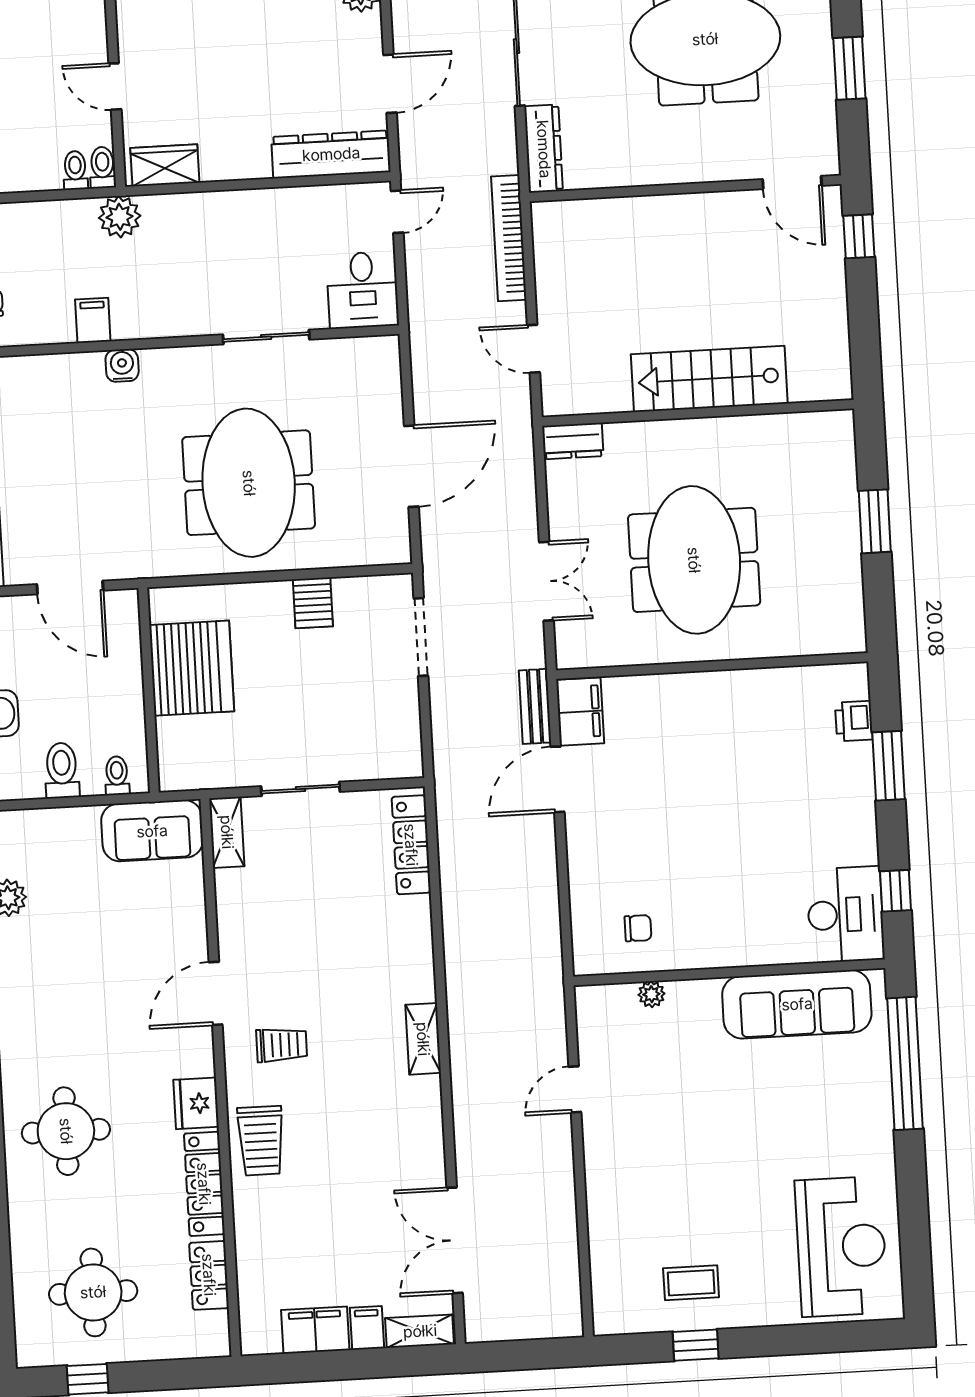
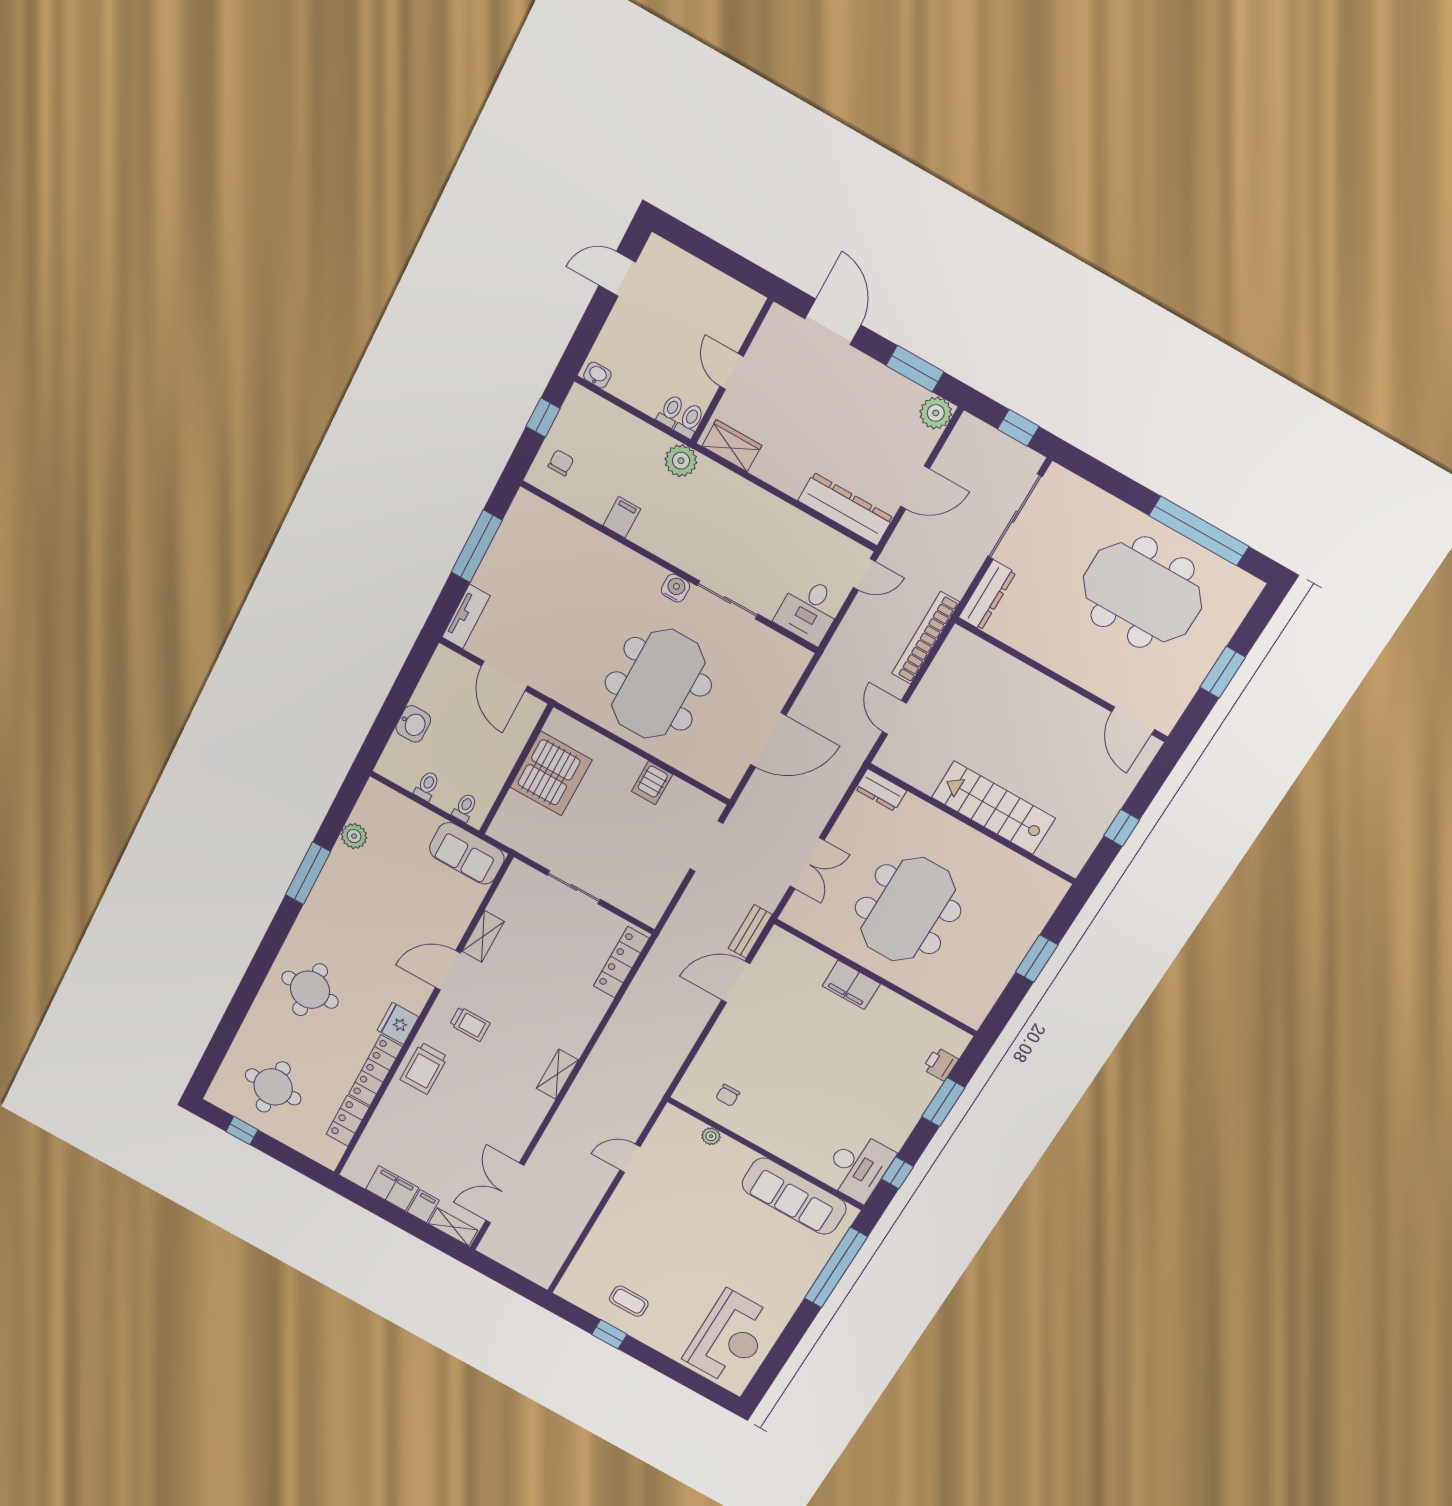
window: (859, 236) -> (1122, 828), moved
water cooler: (122, 365) -> (675, 588), moved
filing cabinet: (580, 712) -> (851, 985), moved, turned 90
toilet: (62, 770) -> (427, 786), width x0.73, depth x0.72
shelving: (227, 832) -> (483, 936), moved
chair: (638, 928) -> (728, 1095), turned 90

